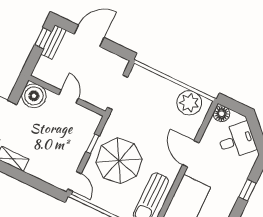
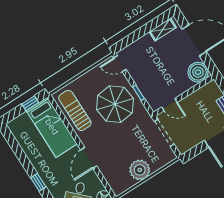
door: (69, 97) -> (169, 105), moved
plant: (189, 103) -> (140, 170), moved
door: (191, 154) -> (89, 158), swing flipped

